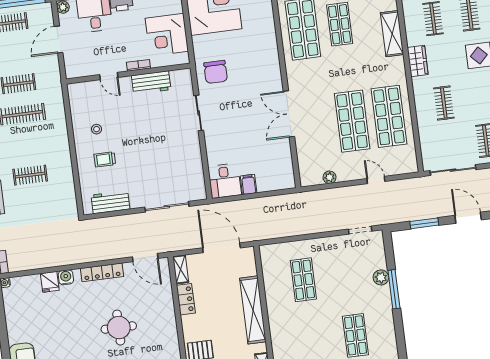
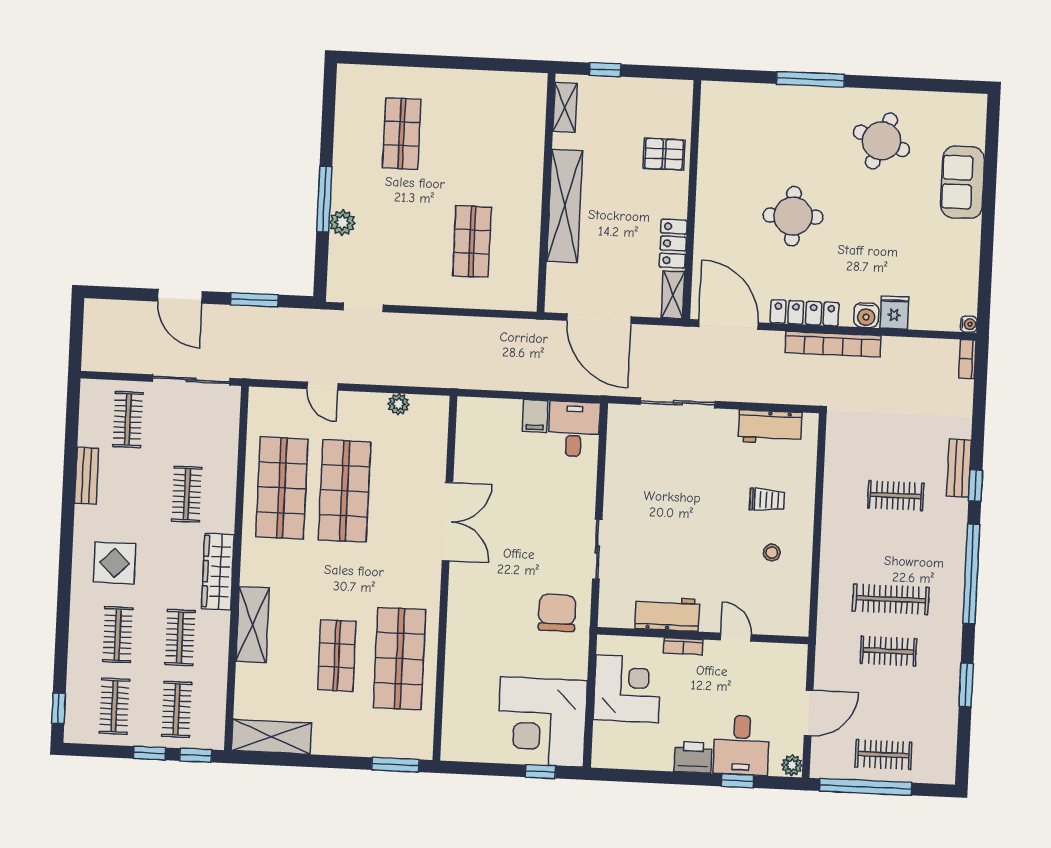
wardrobe: (418, 61) -> (218, 572), width x1.50
bookcase: (82, 257) -> (833, 344), added
door: (145, 258) -> (729, 325), width x1.36

